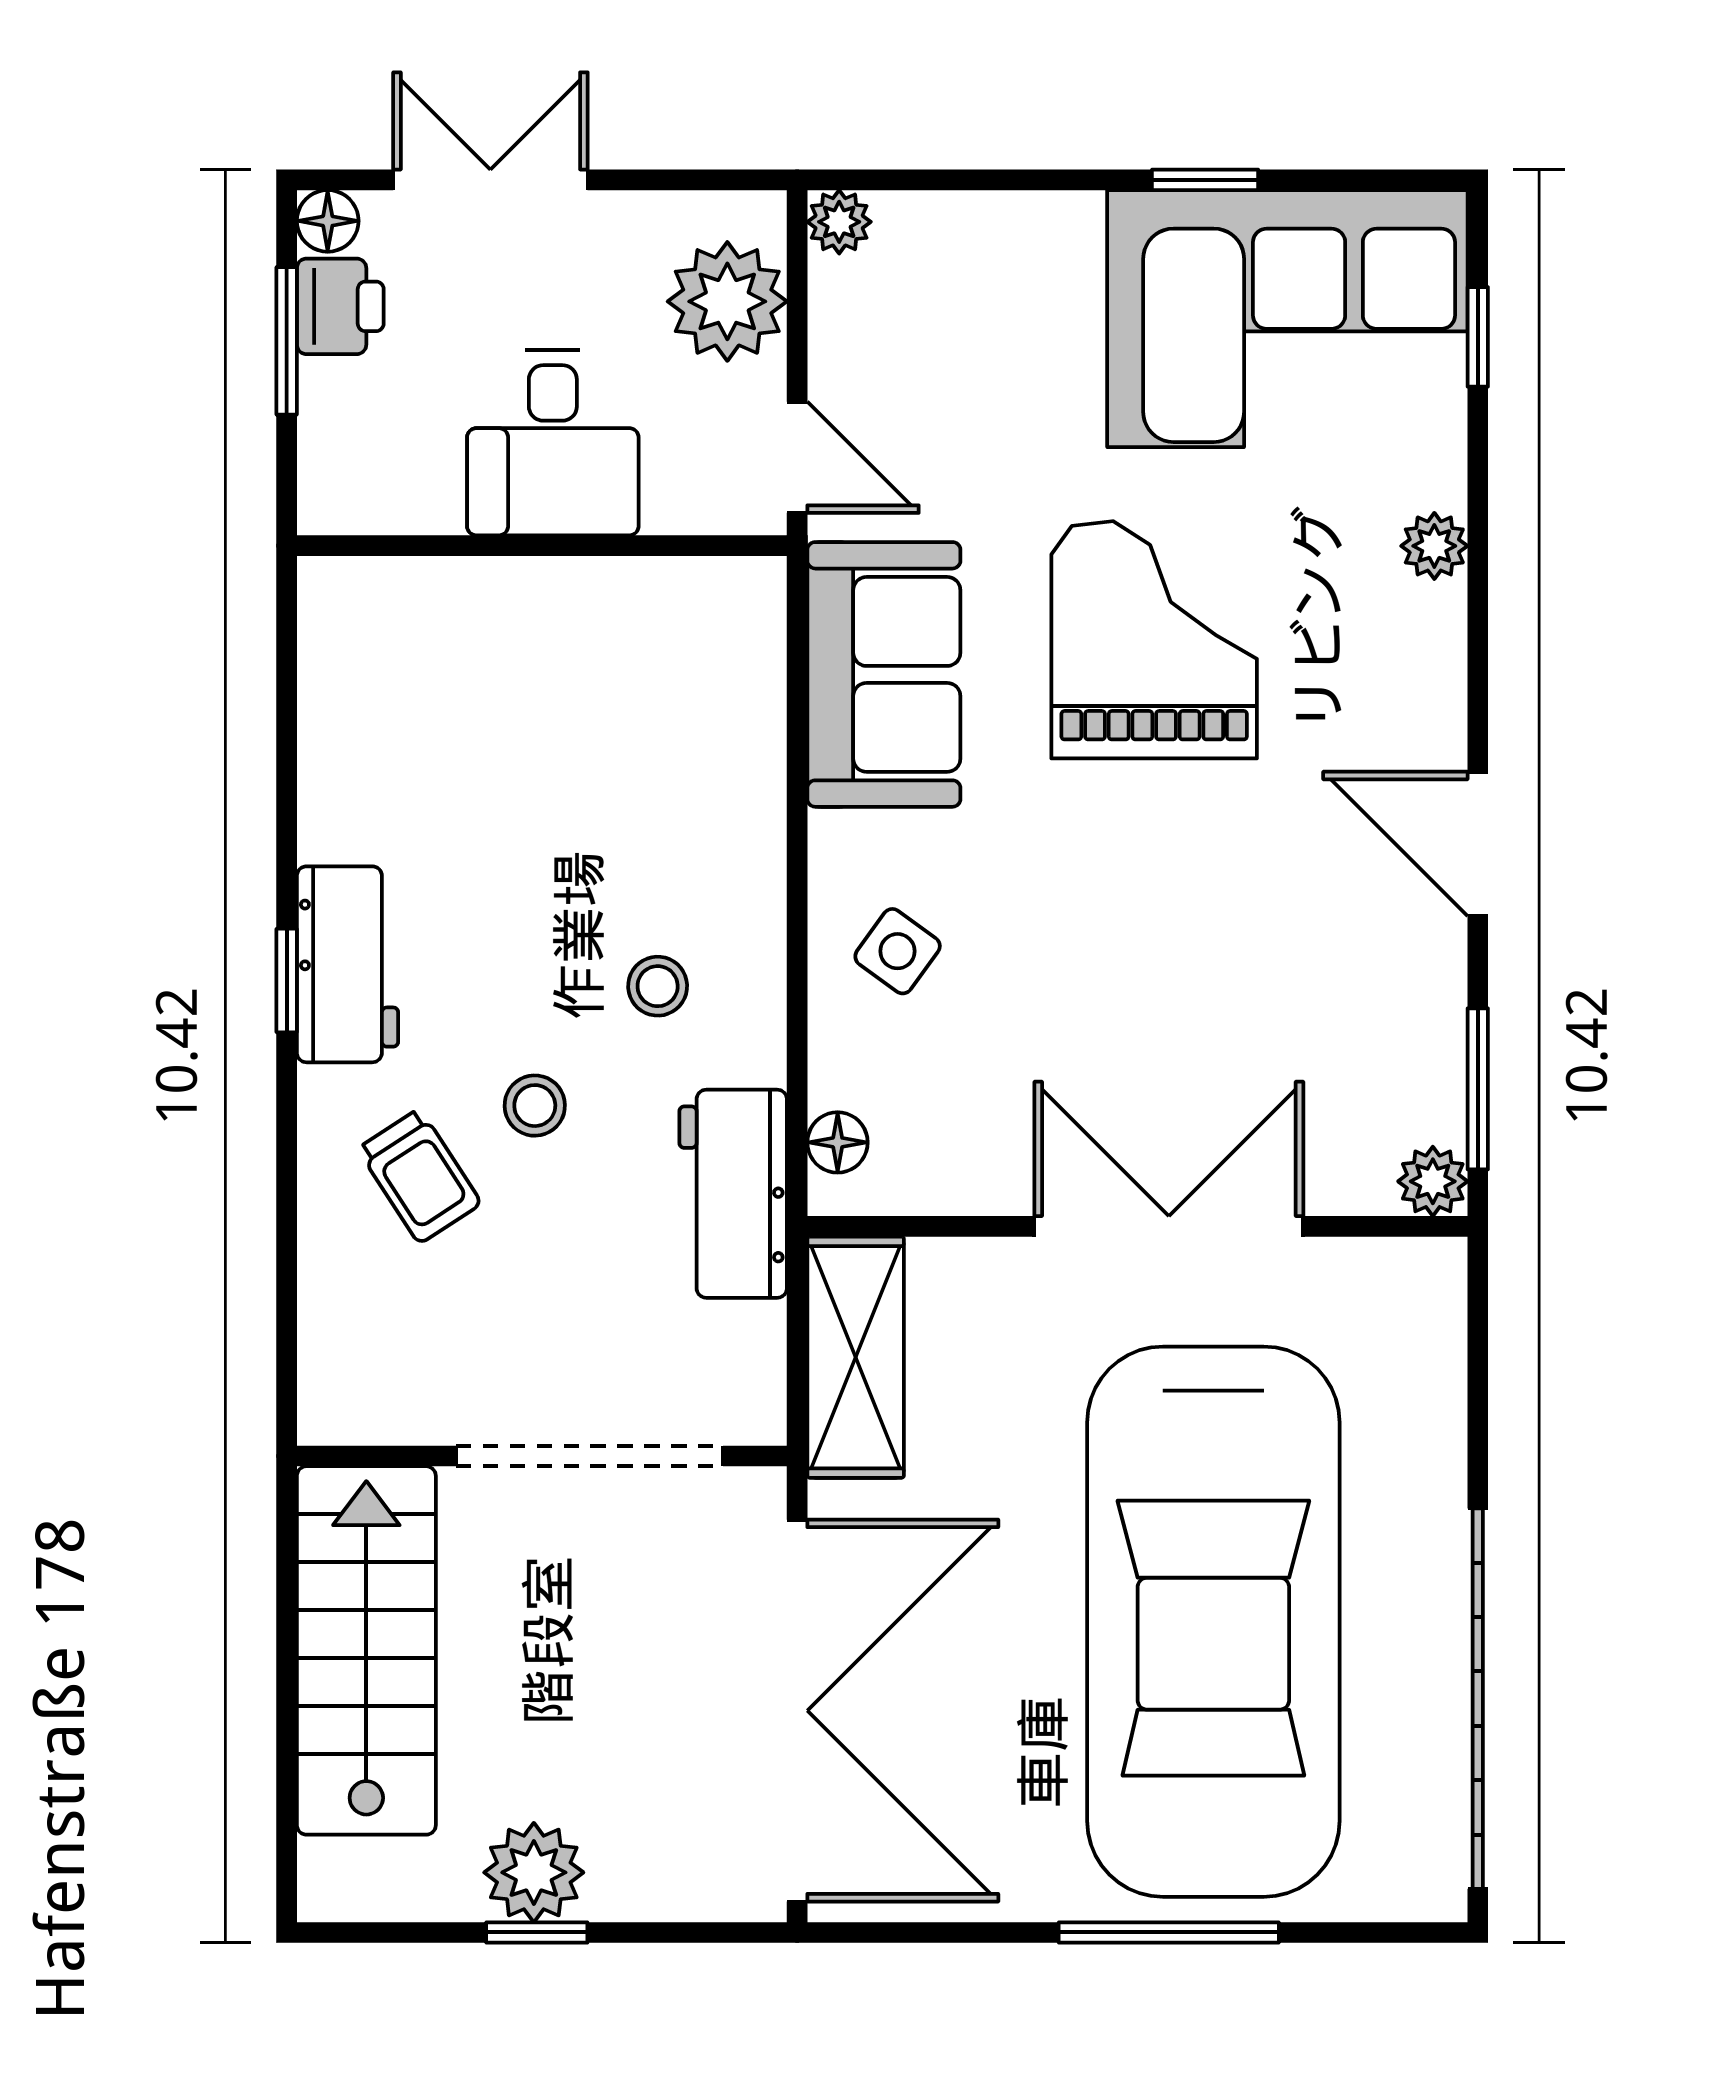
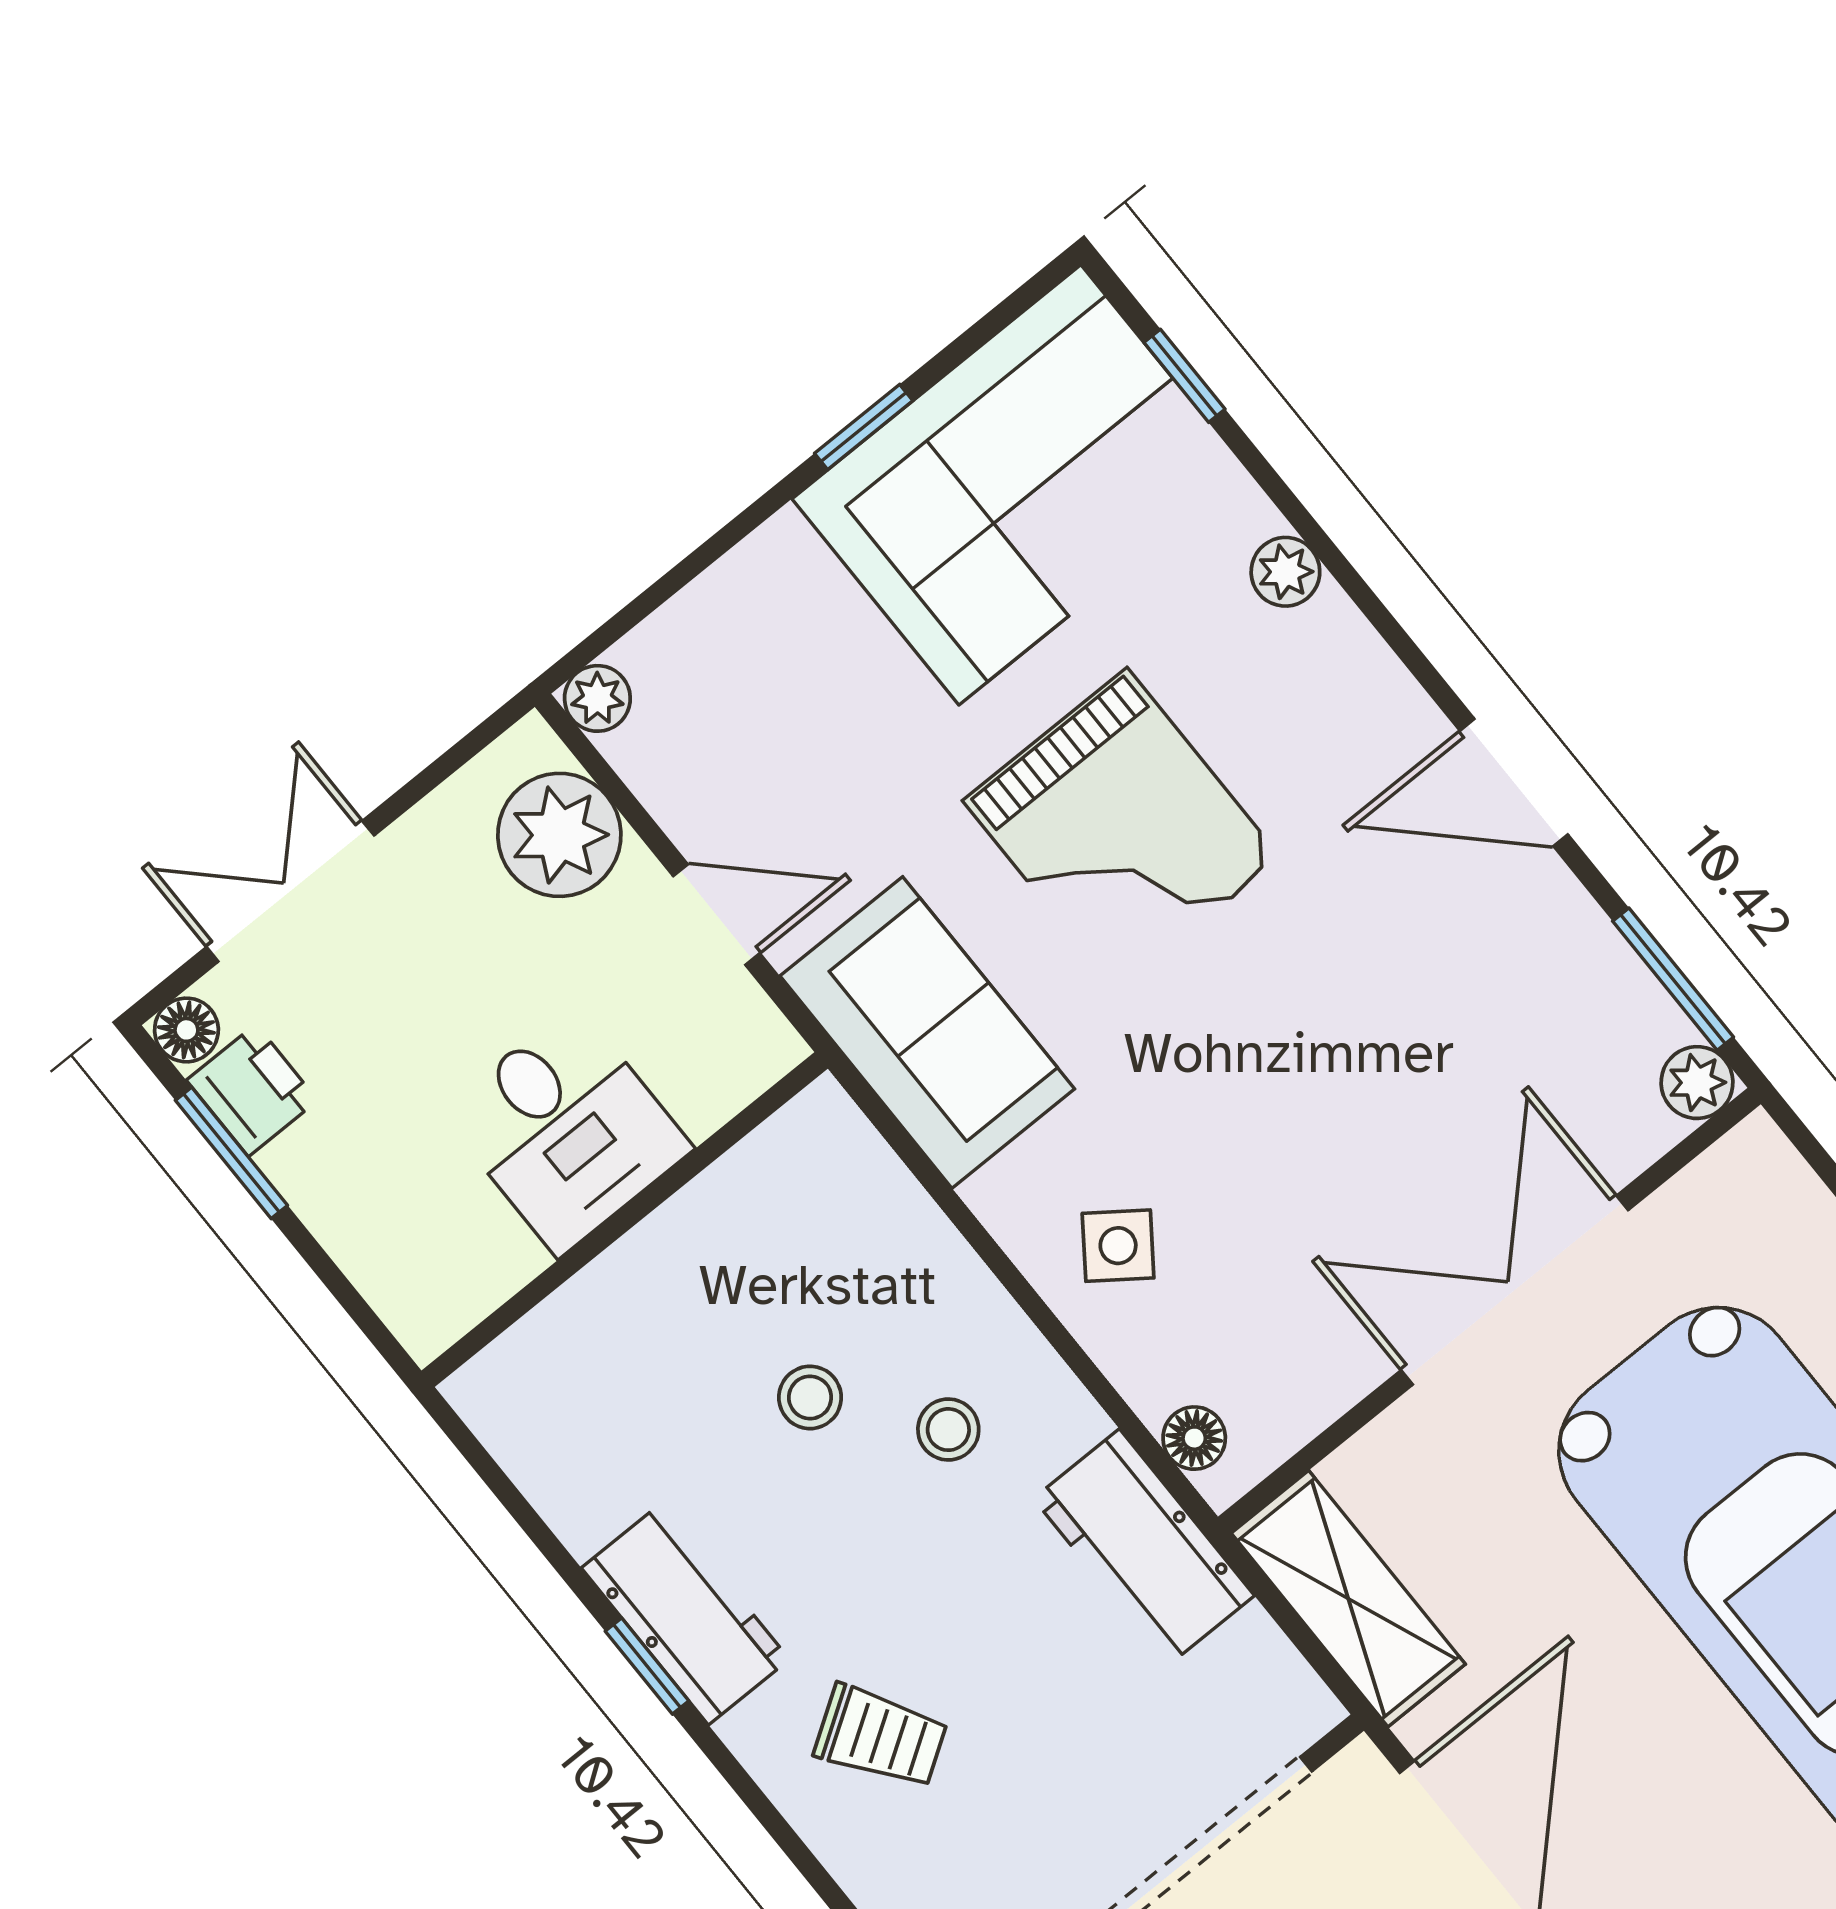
desk: (553, 443) -> (567, 1130), moved
wall: (542, 546) -> (625, 1220), moved
grand piano: (1154, 640) -> (1122, 829), turned 180
stool: (535, 1106) -> (810, 1397), moved

